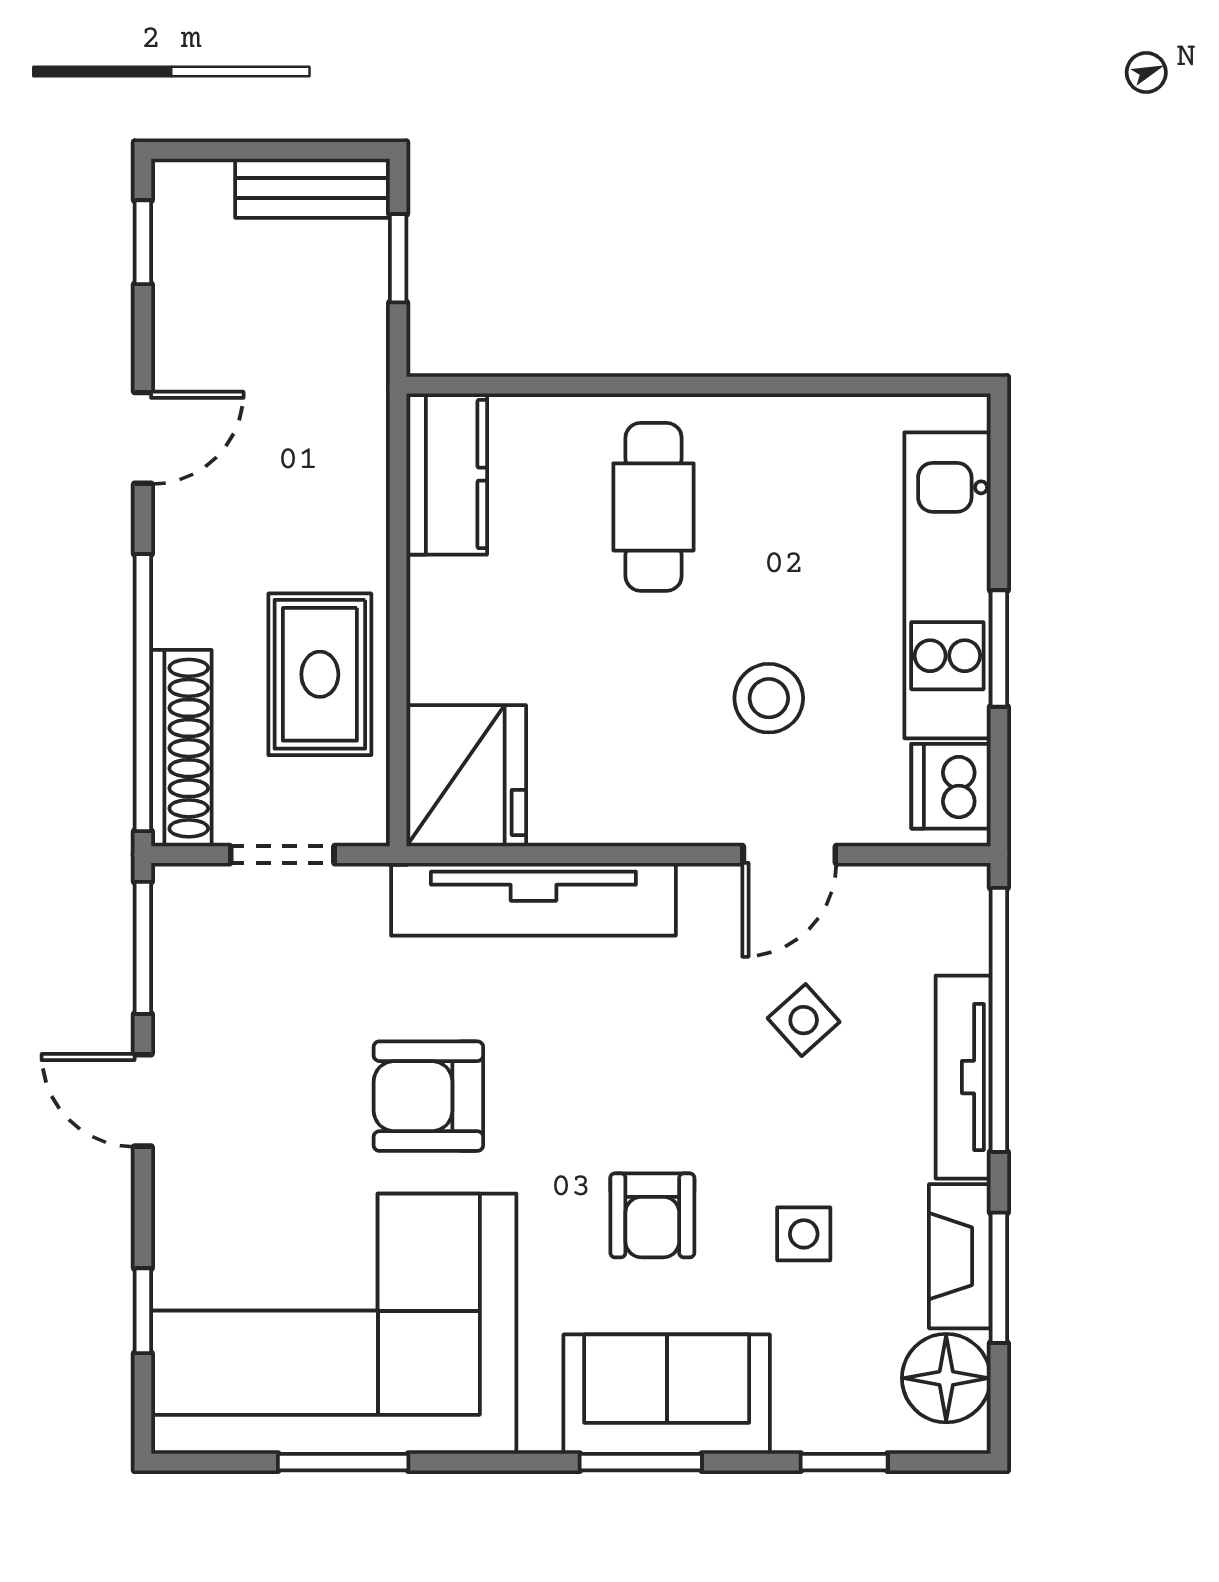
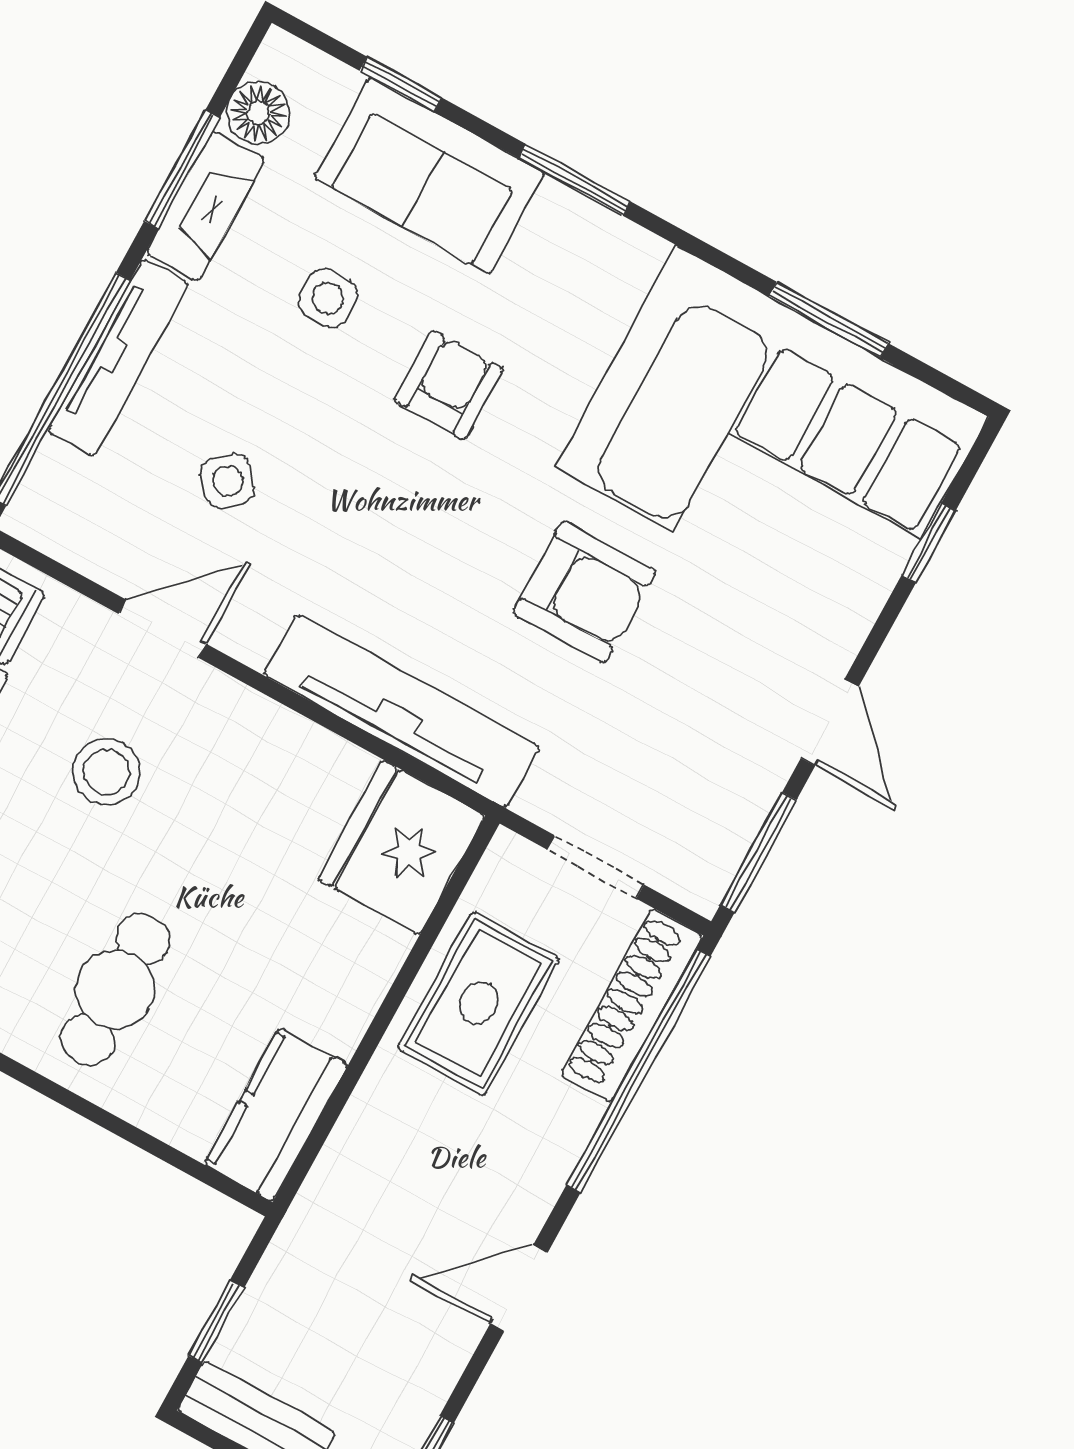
floor lamp: (946, 1378) -> (258, 113), width x0.73, depth x0.73
sofa: (667, 1394) -> (429, 176), moved

